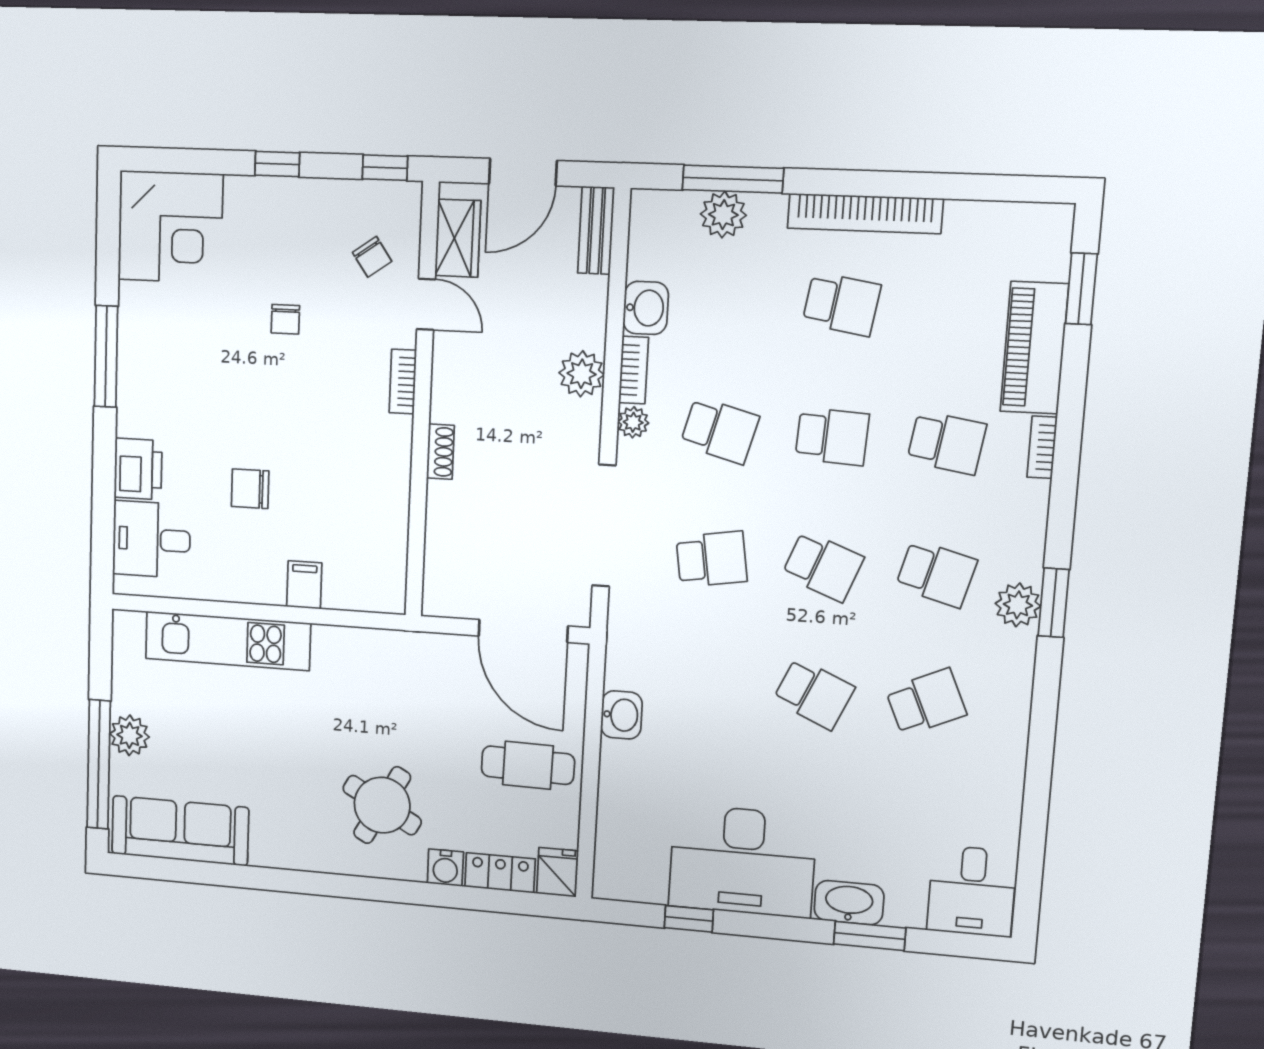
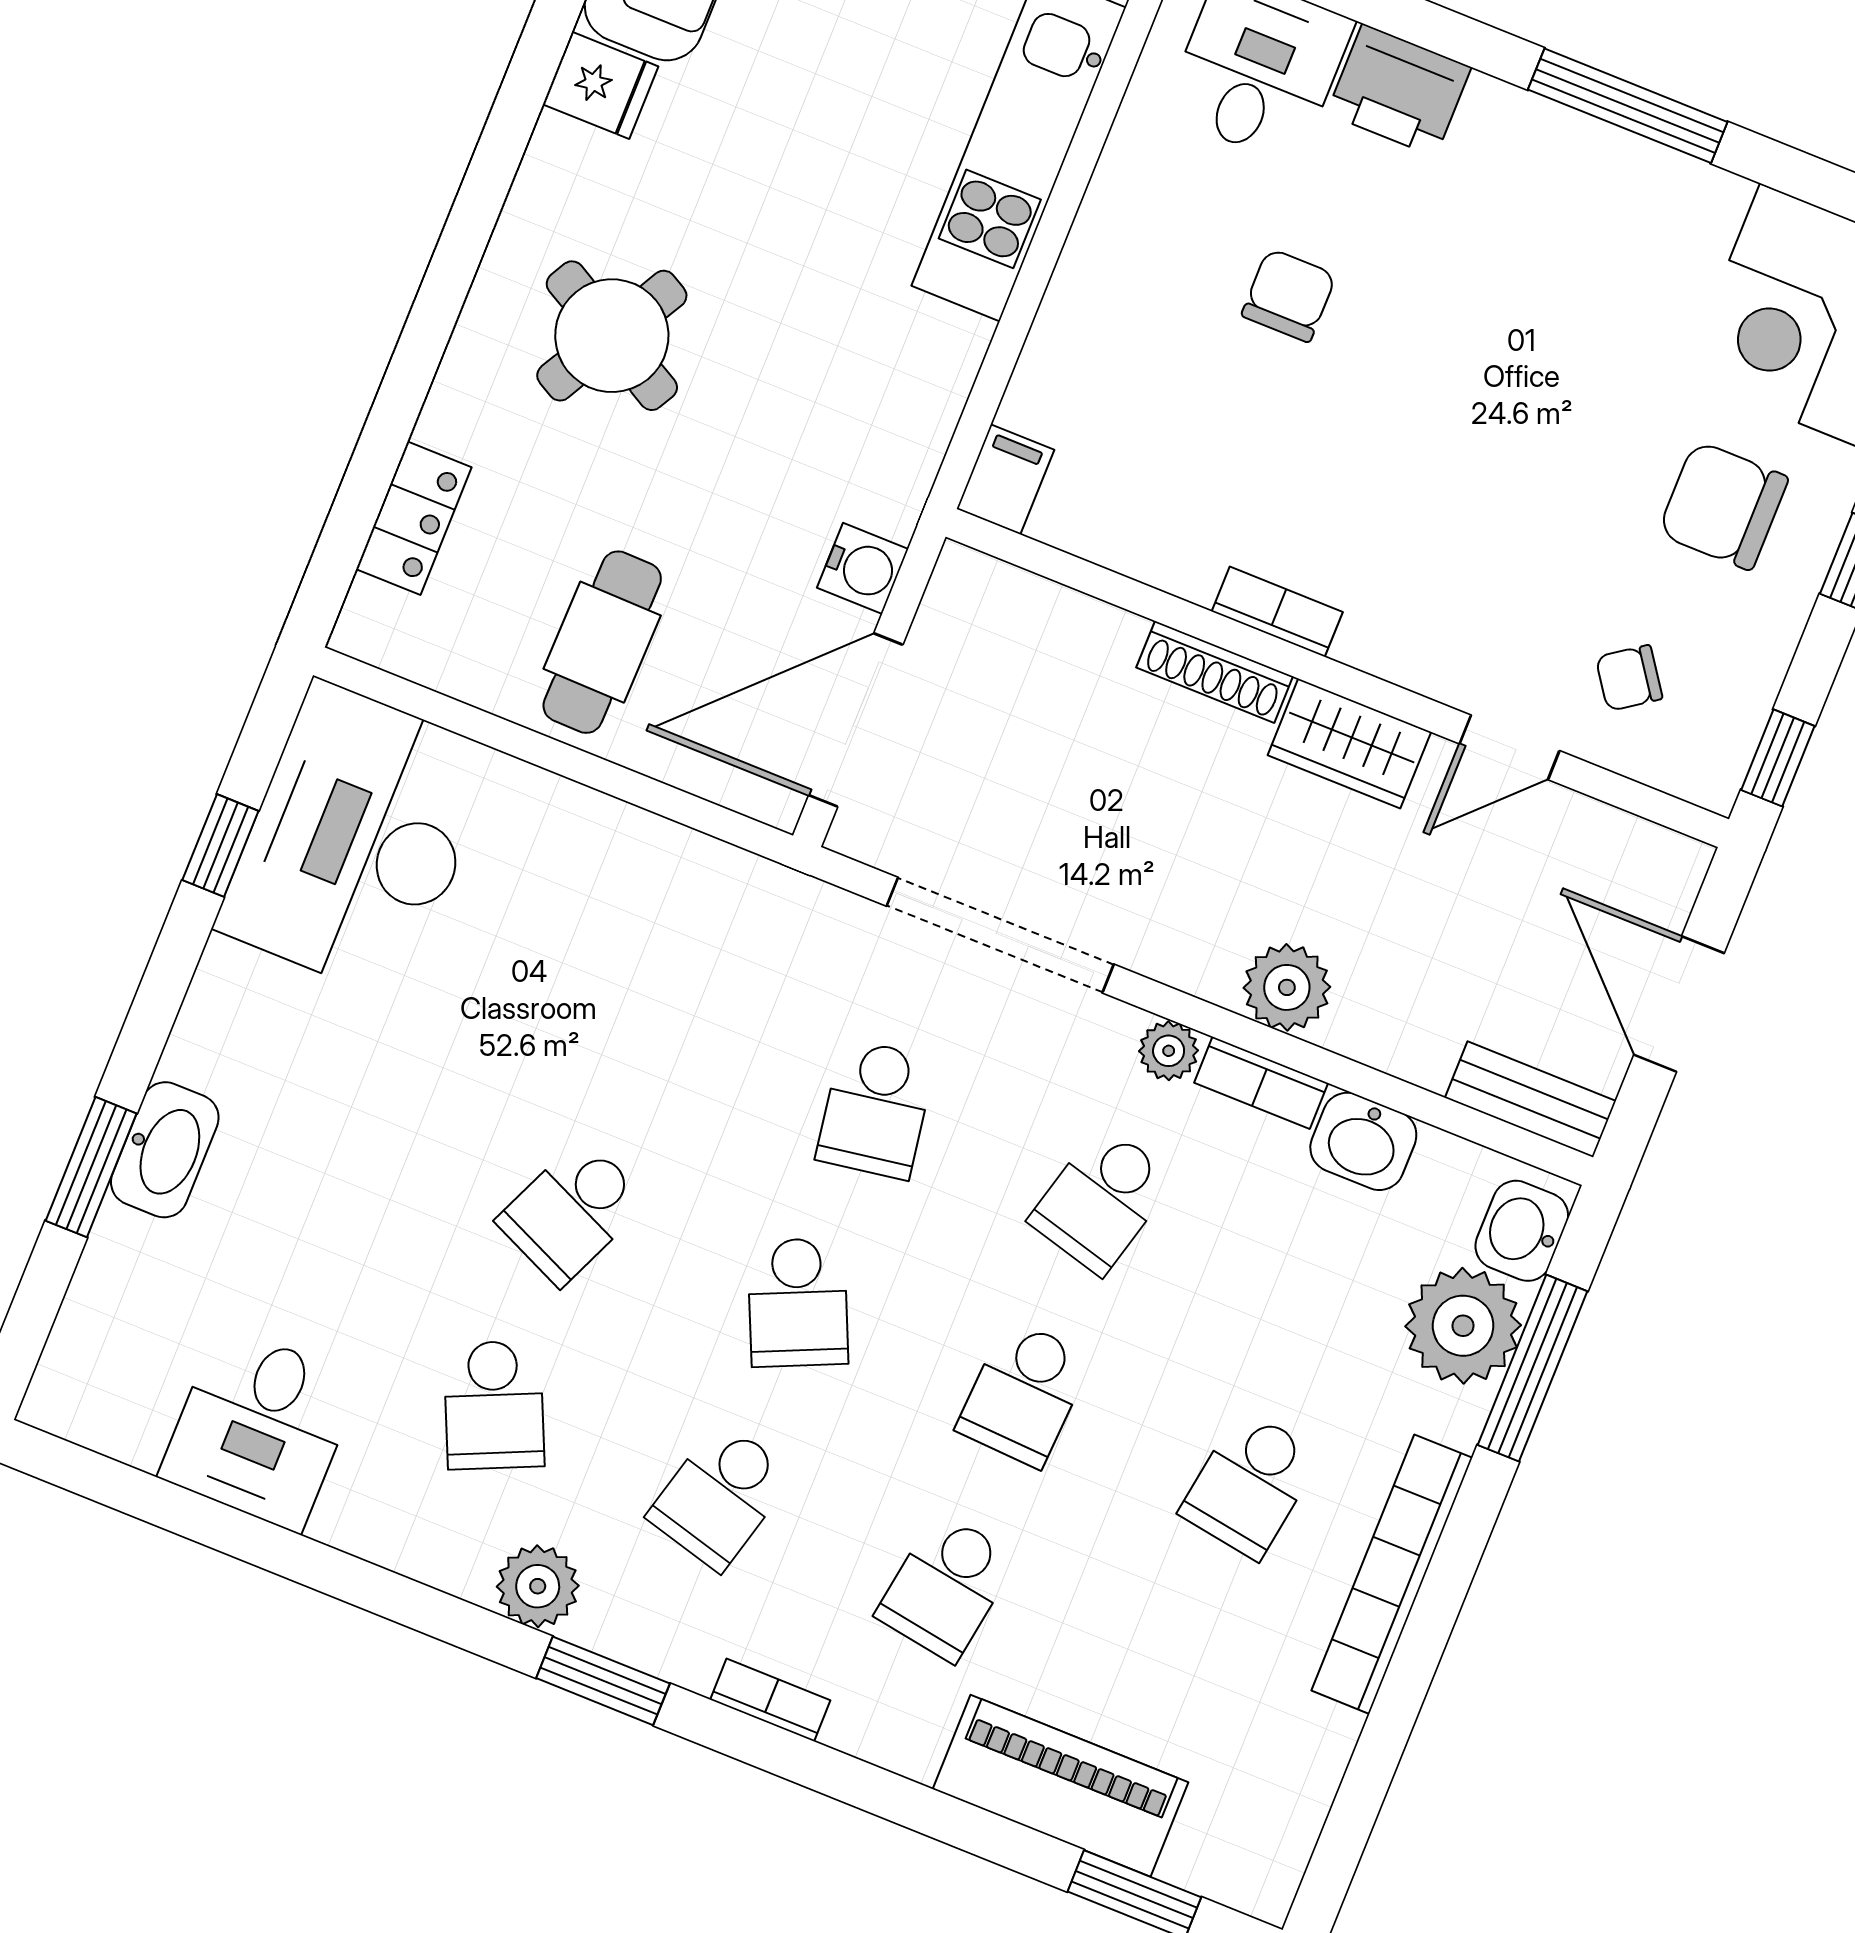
plant: (723, 215) -> (1463, 1326), width x1.36, depth x1.36
wardrobe: (458, 238) -> (1349, 744), moved
chair: (285, 319) -> (1723, 505), moved, width x1.87, depth x1.87
bookcase: (403, 382) -> (1277, 612), moved
bookcase: (1042, 447) -> (770, 1700), moved
shoe rack: (440, 452) -> (1215, 672), width x1.43
school desk: (823, 566) -> (798, 1302), turned -45
filing cabinet: (304, 585) -> (1005, 479), moved, turned -90
plant: (1018, 605) -> (538, 1586), moved
washbasin: (621, 715) -> (1522, 1231), moved, turned 90
desk: (742, 861) -> (357, 840), moved
water cooler: (445, 868) -> (863, 568), moved, turned 180
fridge: (558, 872) -> (600, 85), moved
desk: (972, 891) -> (260, 1428), moved, turned -90

